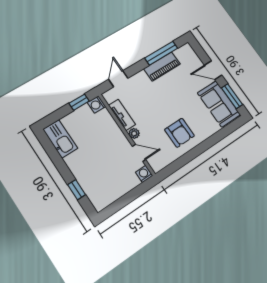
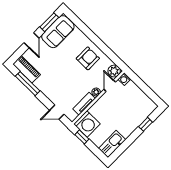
piano: (162, 66) -> (27, 69), moved
washing machine: (96, 105) -> (87, 124), width x1.89, depth x1.89
plant: (157, 163) -> (114, 71), added

